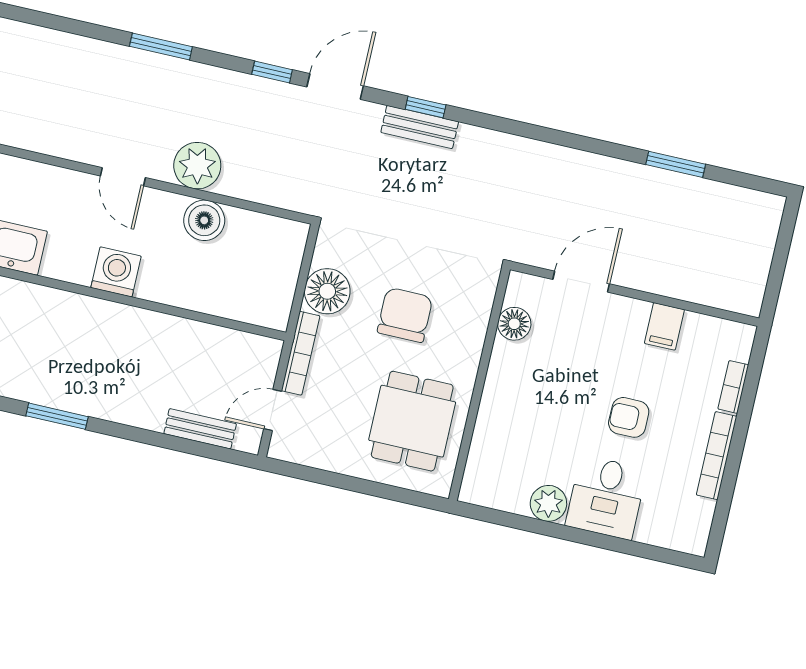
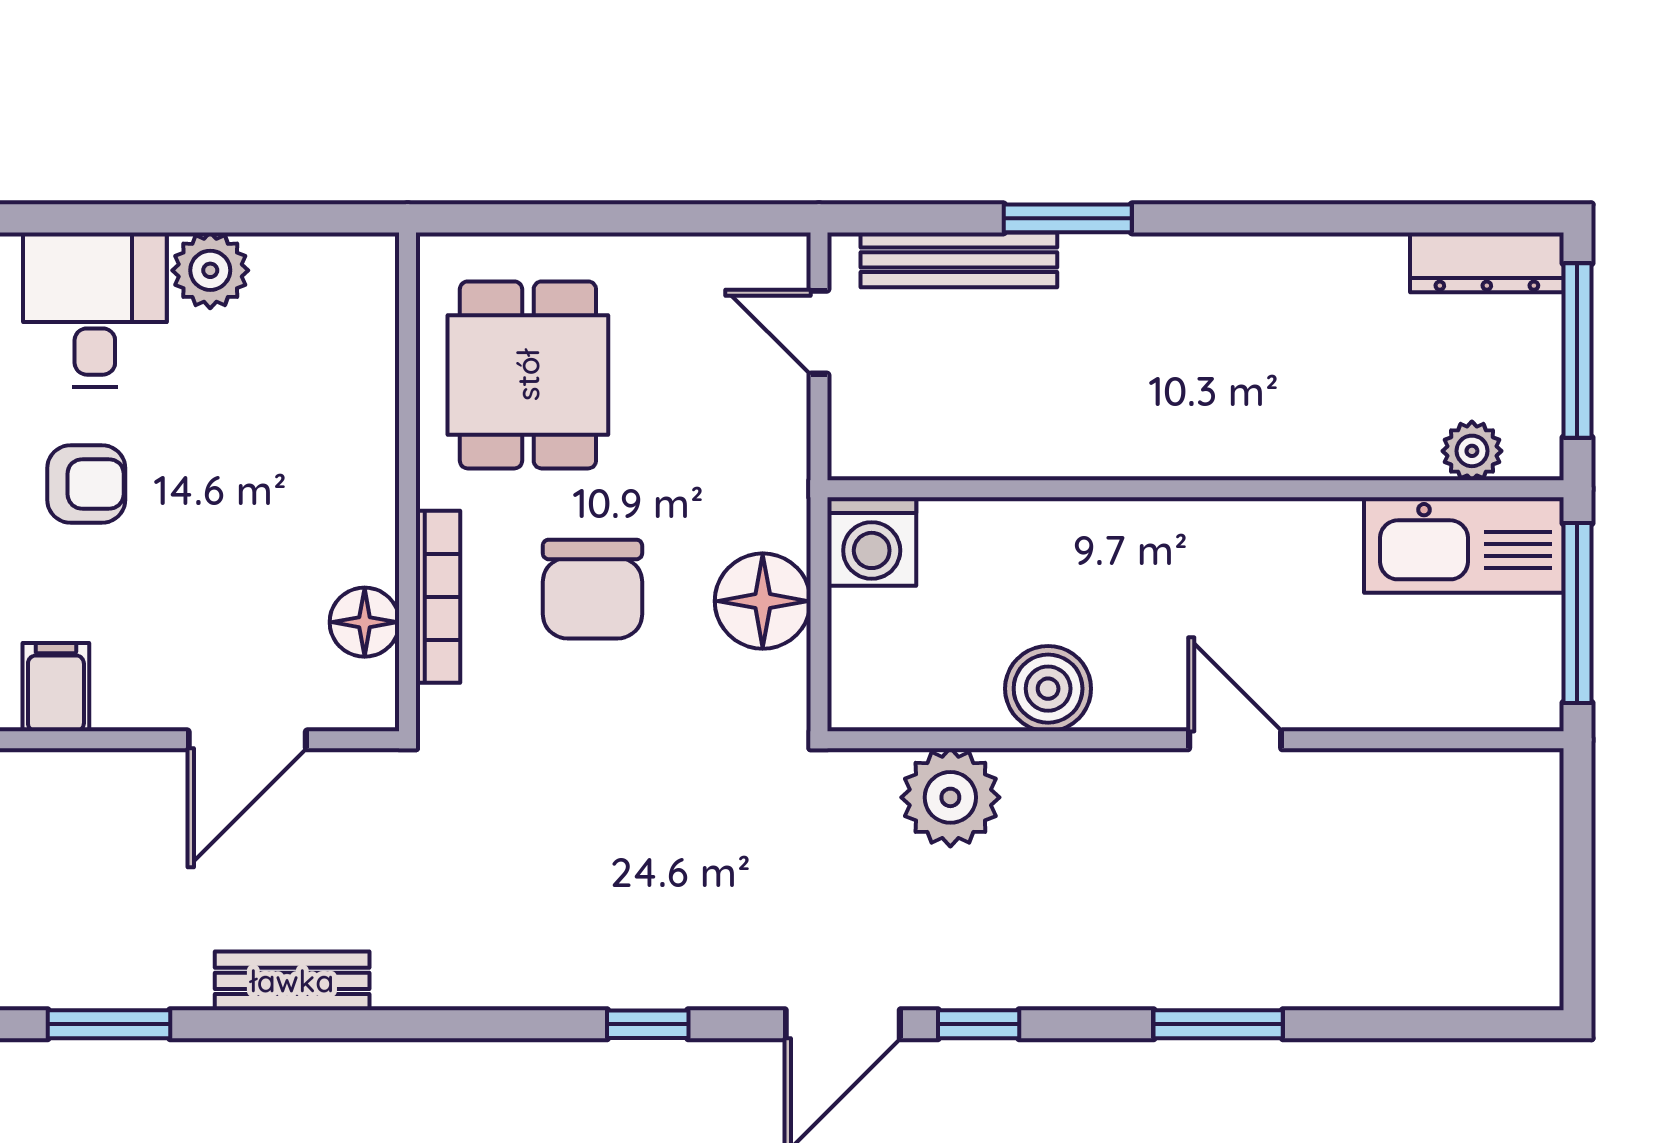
bench: (420, 127) -> (292, 981), moved
plant: (197, 166) -> (950, 797), moved
washing machine: (116, 272) -> (872, 542), moved
bookcase: (300, 353) -> (438, 597), moved, turned 180
door: (273, 410) -> (819, 332), swing flipped
window: (57, 416) -> (1068, 218), moved
bench: (200, 429) -> (959, 260), width x1.36

